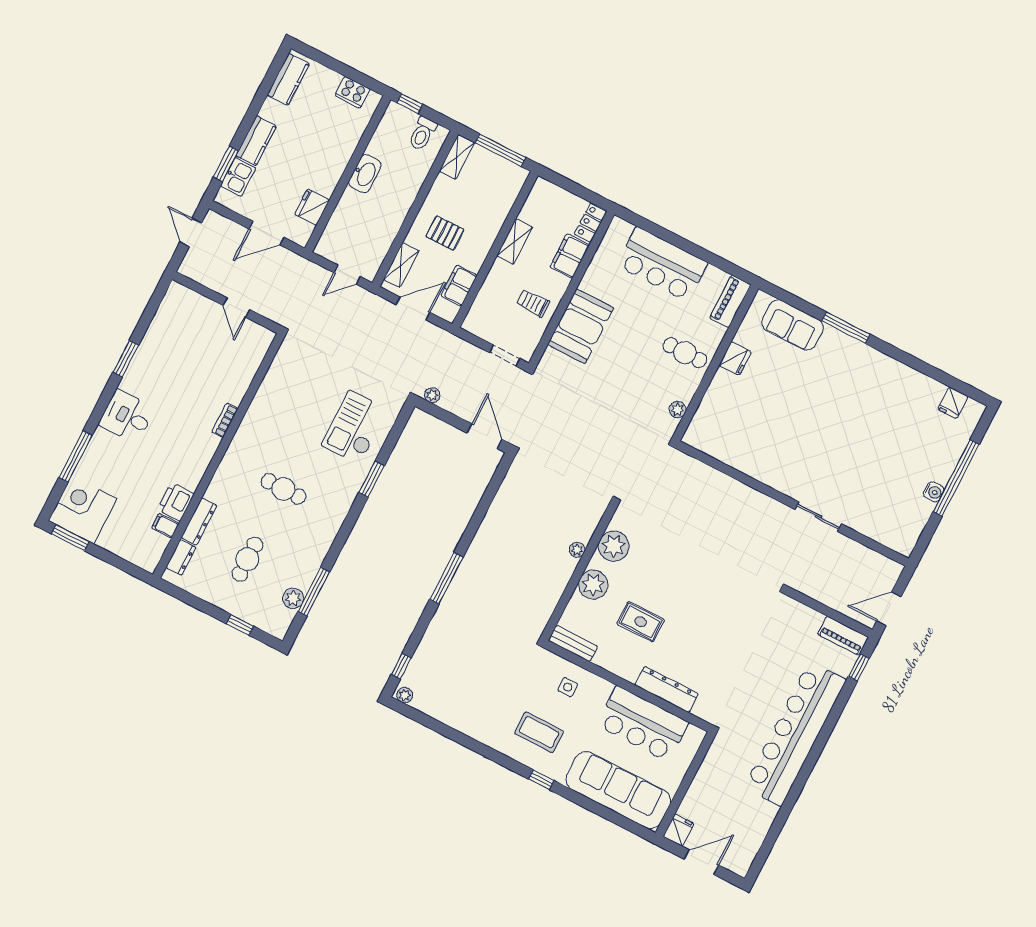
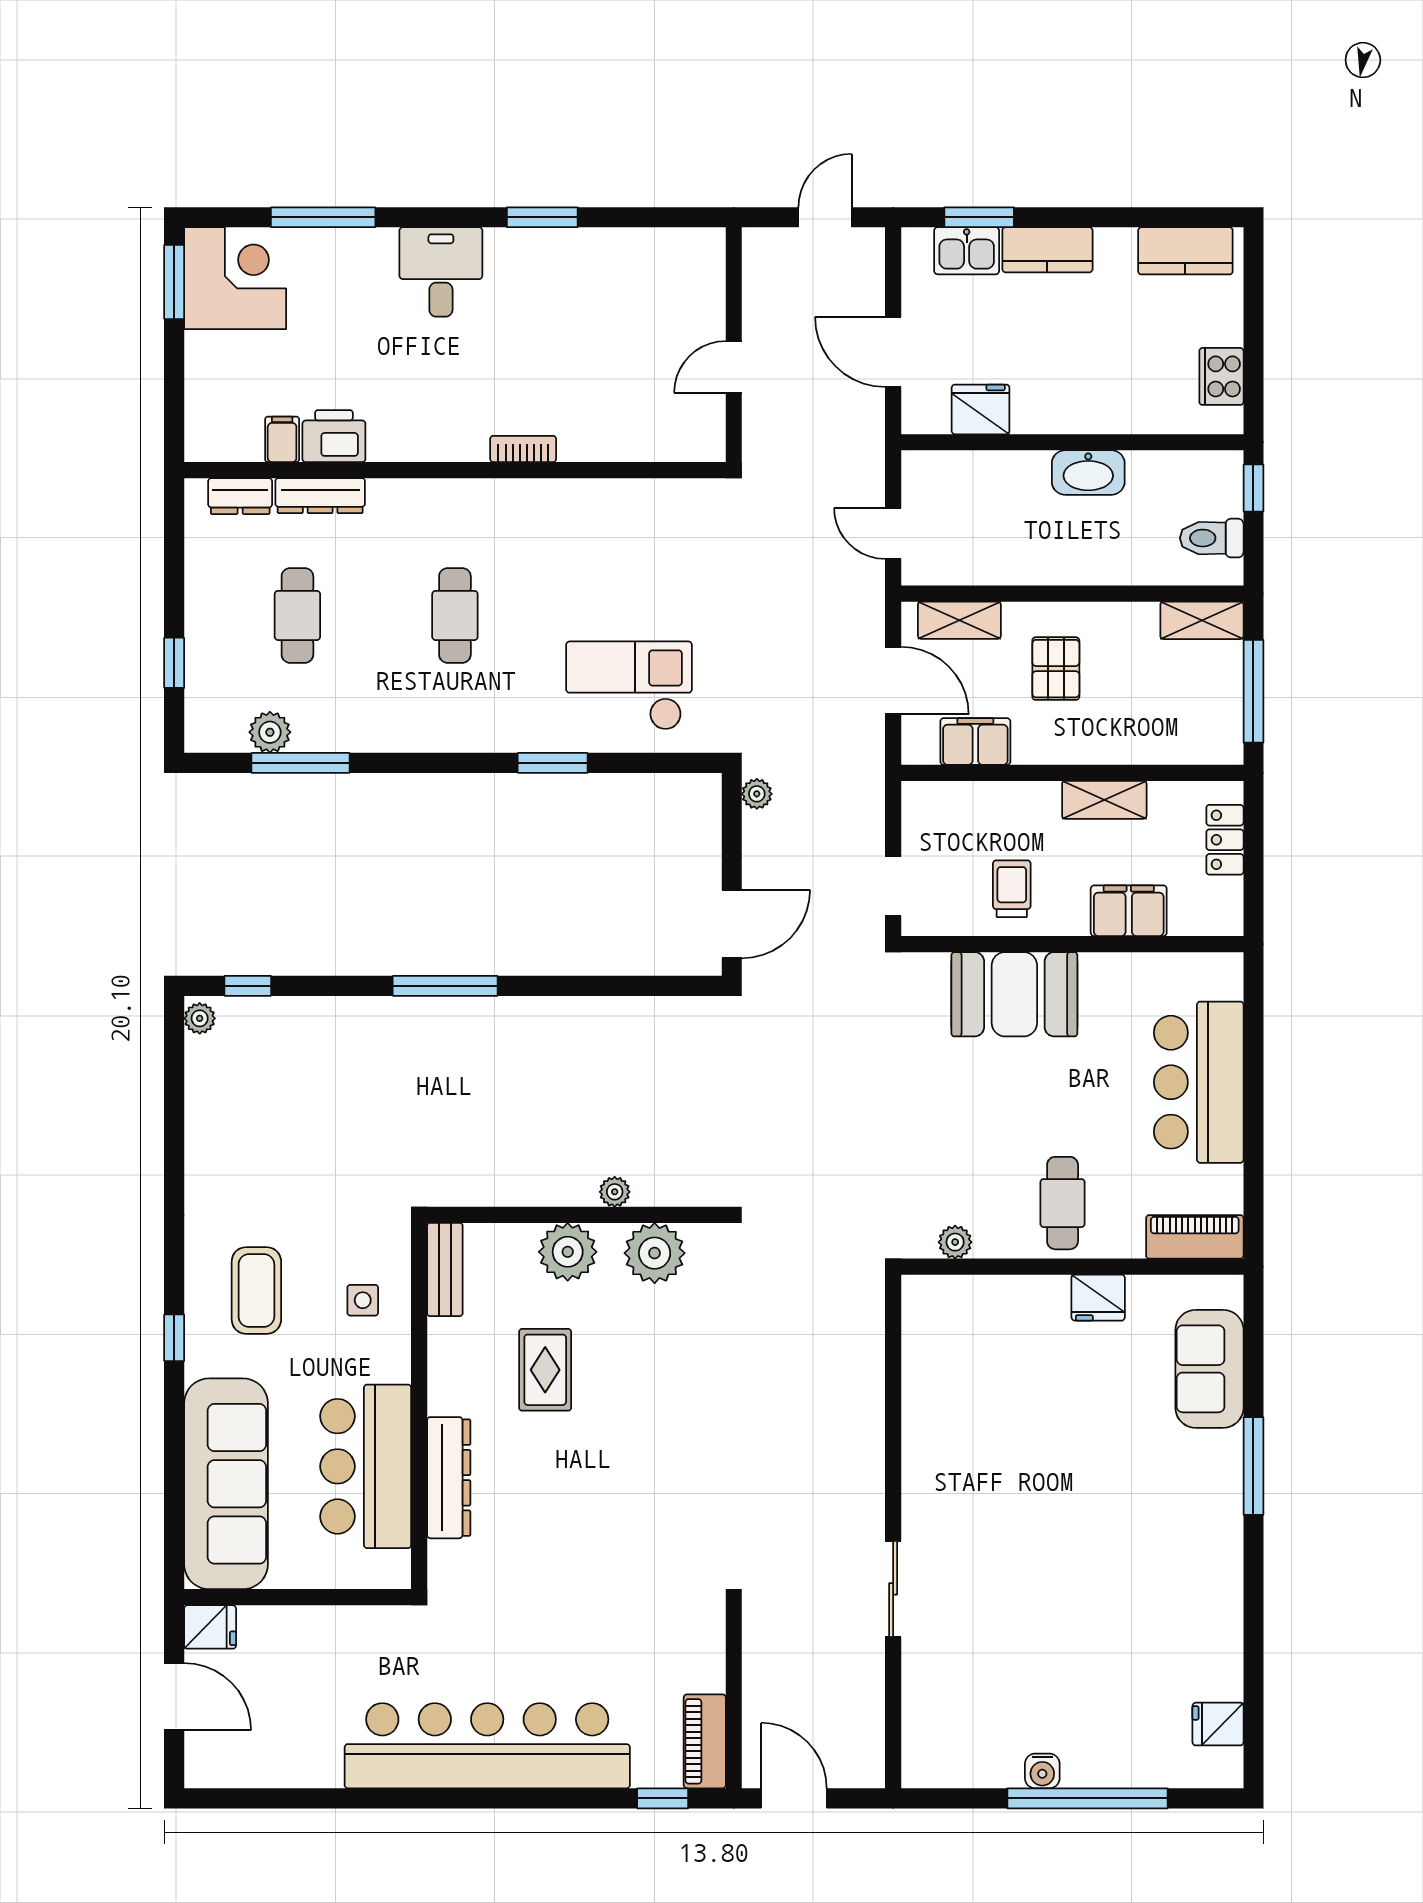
locker: (591, 223) -> (1225, 840), moved, turned -90
cafe table: (247, 559) -> (297, 615), turned 90

